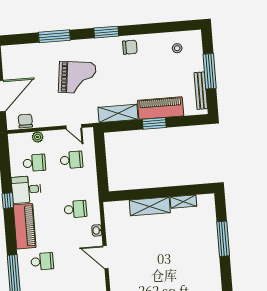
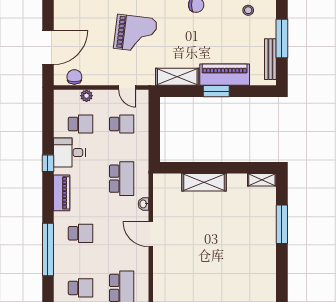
shelving: (183, 202) -> (262, 180), moved
school desk: (75, 209) -> (122, 179), width x1.85
piano: (25, 226) -> (62, 193), width x0.73, depth x0.75

